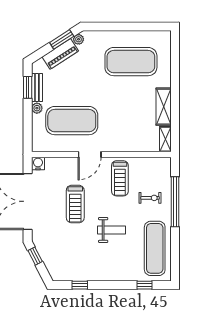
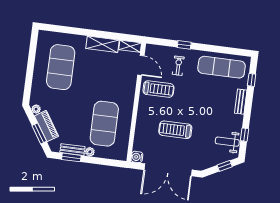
window: (62, 39) -> (39, 133), moved
door: (90, 154) -> (141, 65), moved
window: (175, 202) -> (184, 45), width x0.32
treadmill: (75, 204) -> (175, 130), turned 180
weight bench: (111, 230) -> (227, 142), moved, turned -90
window: (35, 256) -> (225, 166), moved
bench: (118, 276) -> (241, 102), added

